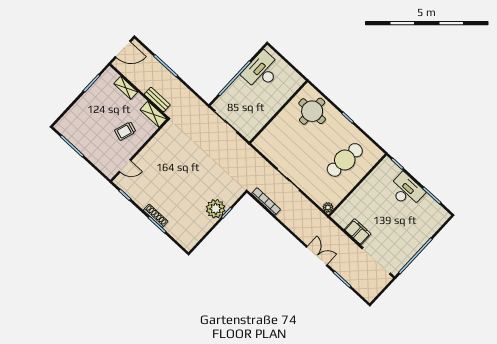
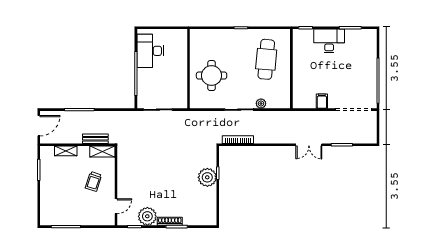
round table: (312, 111) -> (212, 76), moved
plant: (142, 196) -> (147, 216), added
plant: (328, 207) -> (261, 103), moved
filing cabinet: (358, 232) -> (322, 101), width x0.50
double door: (317, 256) -> (309, 145), swing flipped

